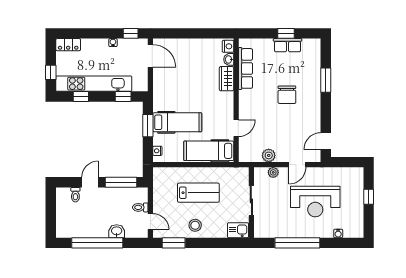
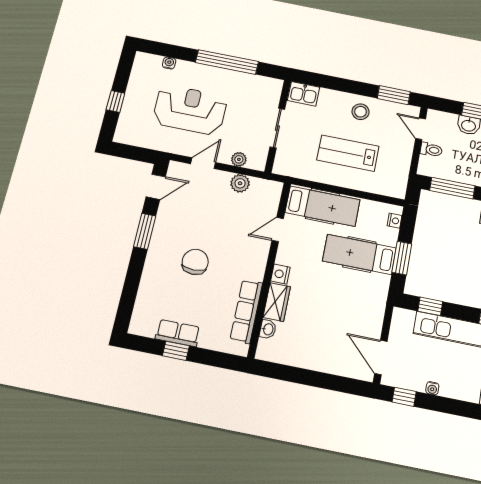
nightstand: (228, 46) -> (280, 274), moved
window: (326, 80) -> (145, 231), moved

